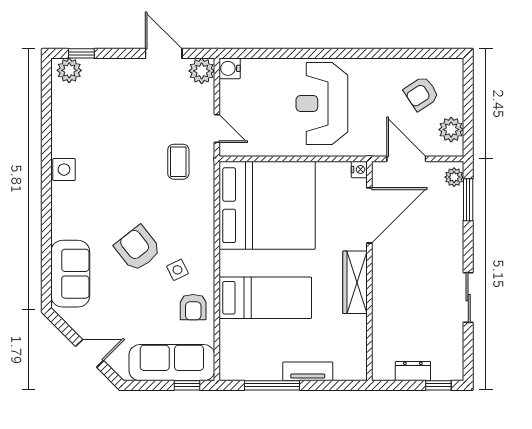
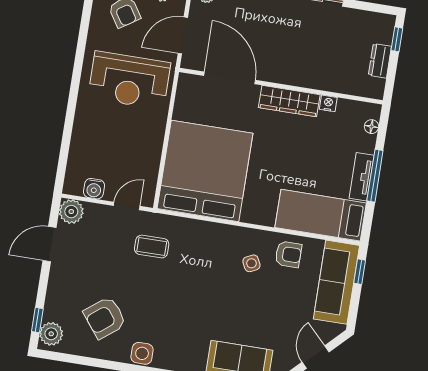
water cooler: (230, 68) -> (94, 189), moved
reception desk: (322, 104) -> (129, 80), moved
nightstand: (359, 169) -> (328, 103), moved
armchair: (138, 248) -> (105, 318), moved
bed: (265, 298) -> (321, 215), moved, turned -90
tv unit: (308, 371) -> (362, 177), moved
floor lamp: (342, 373) -> (371, 127), added
window: (272, 385) -> (375, 176), moved

